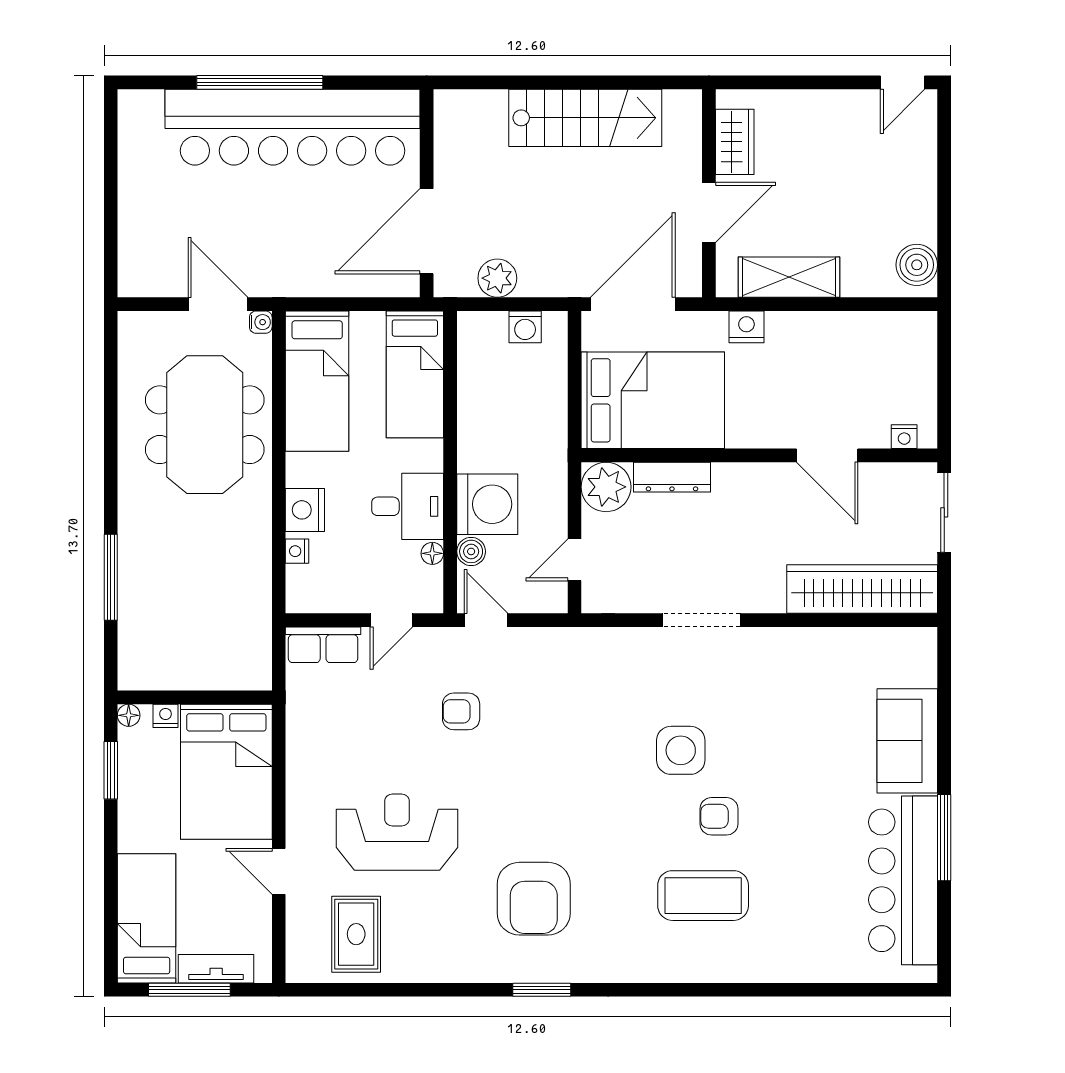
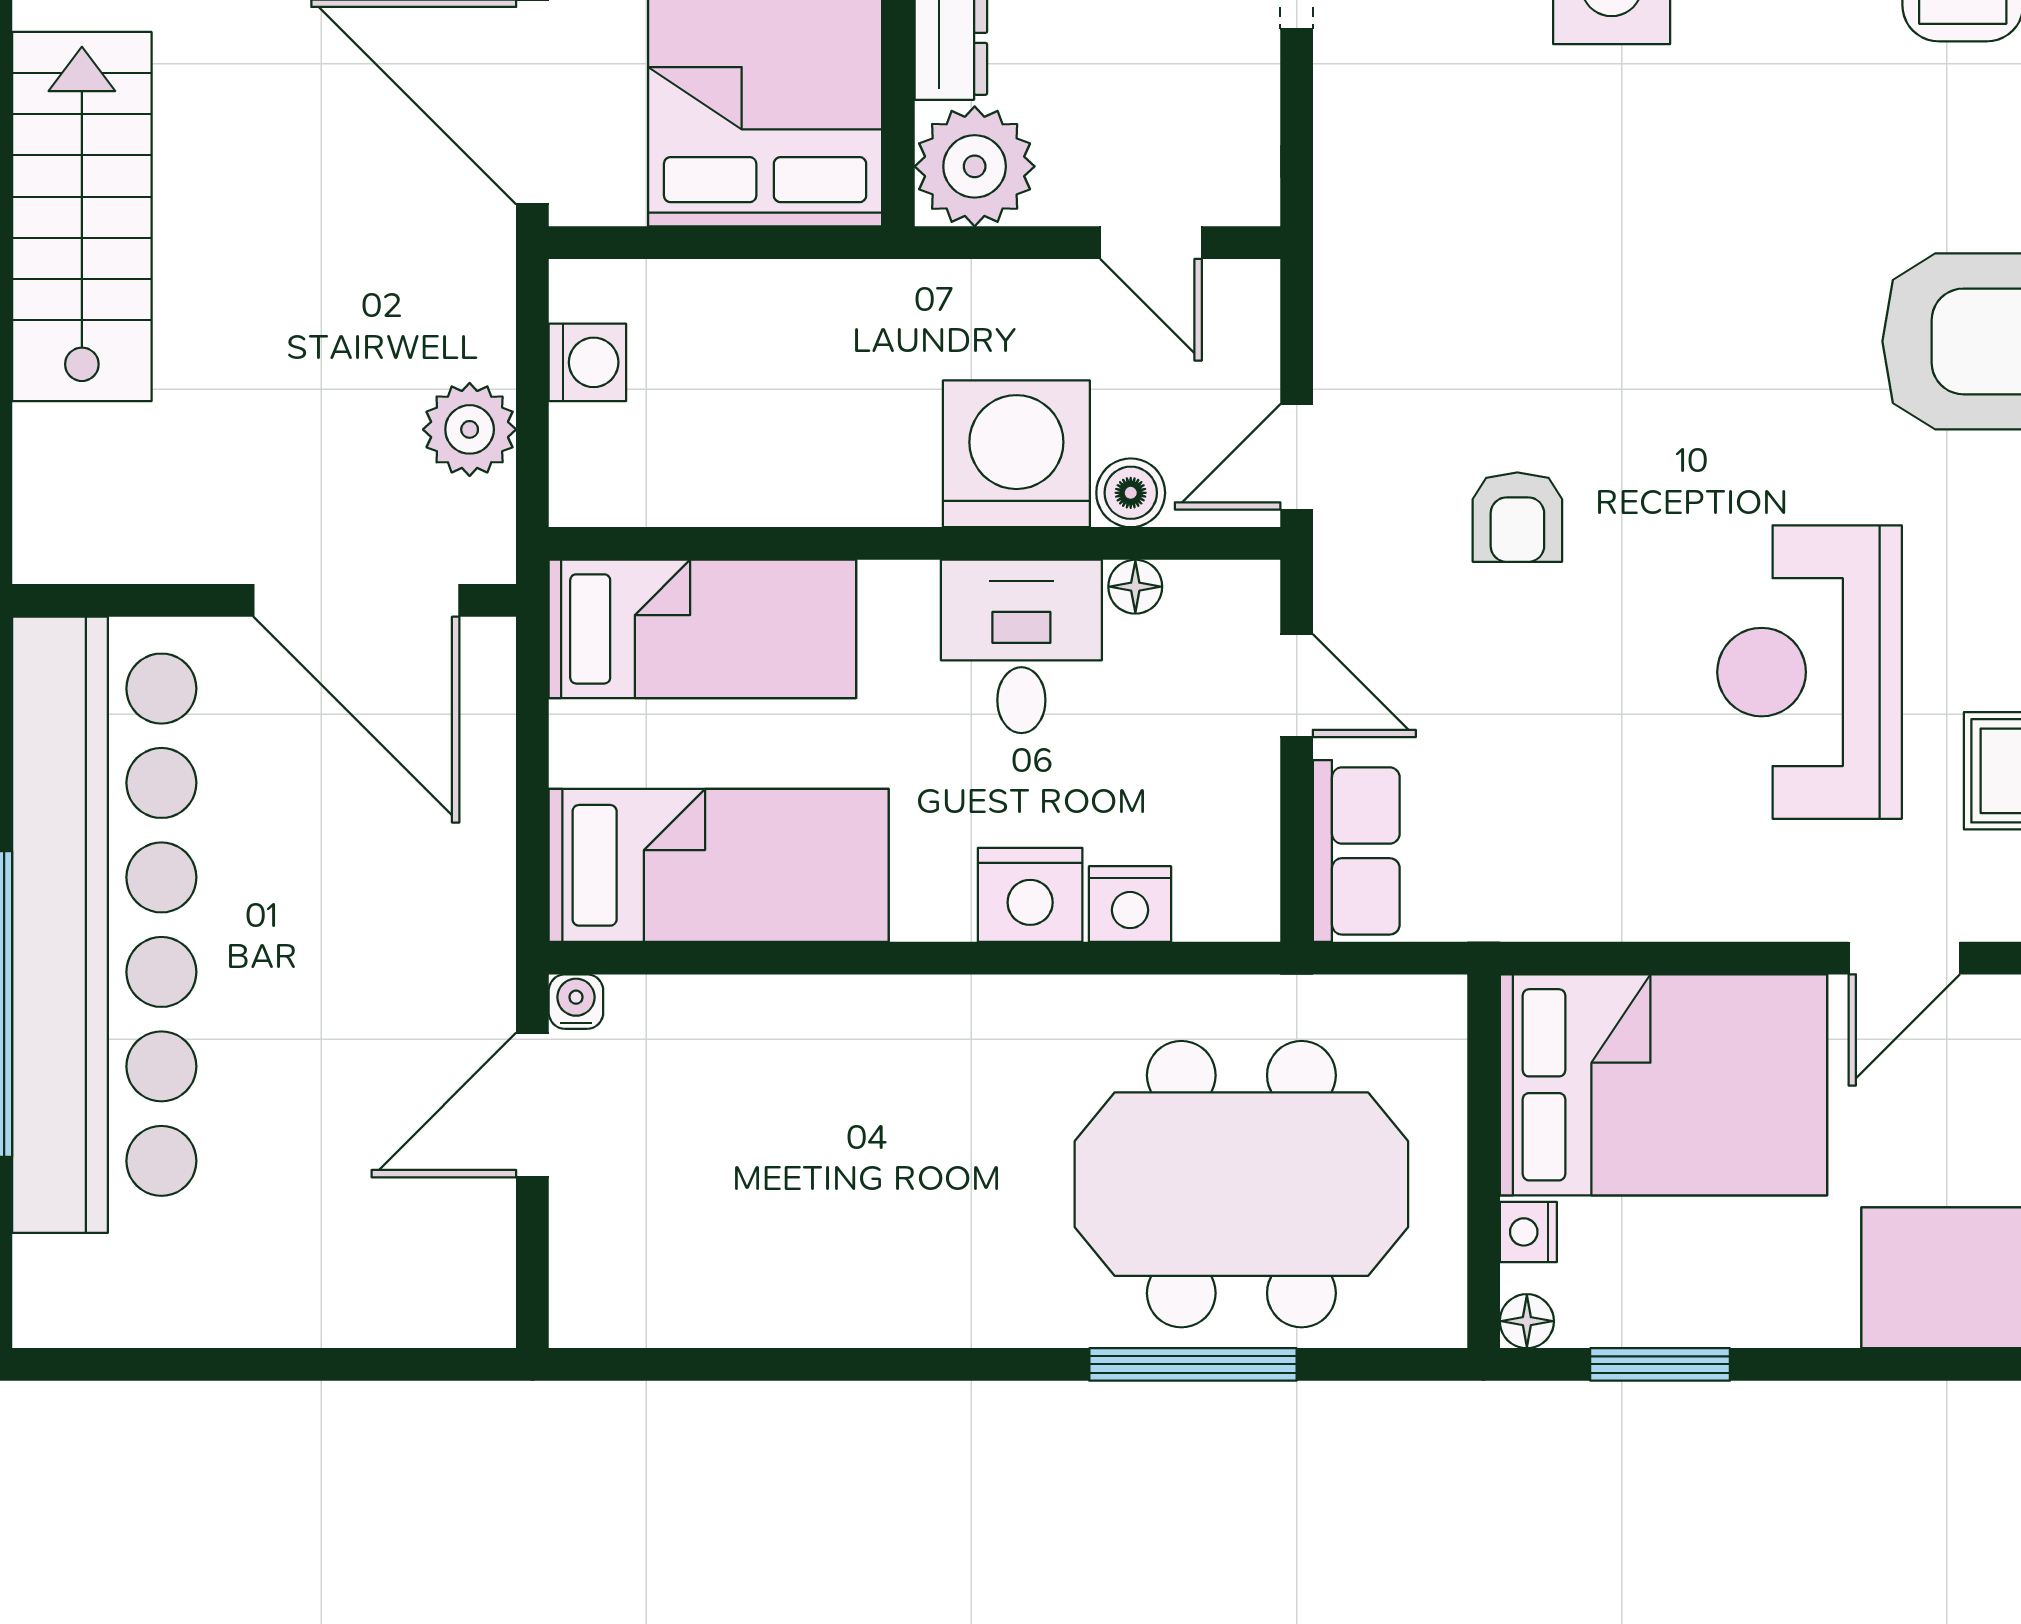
meeting table: (205, 425) -> (1241, 1184), moved
nightstand: (297, 551) -> (1130, 904), width x1.39, depth x1.35

